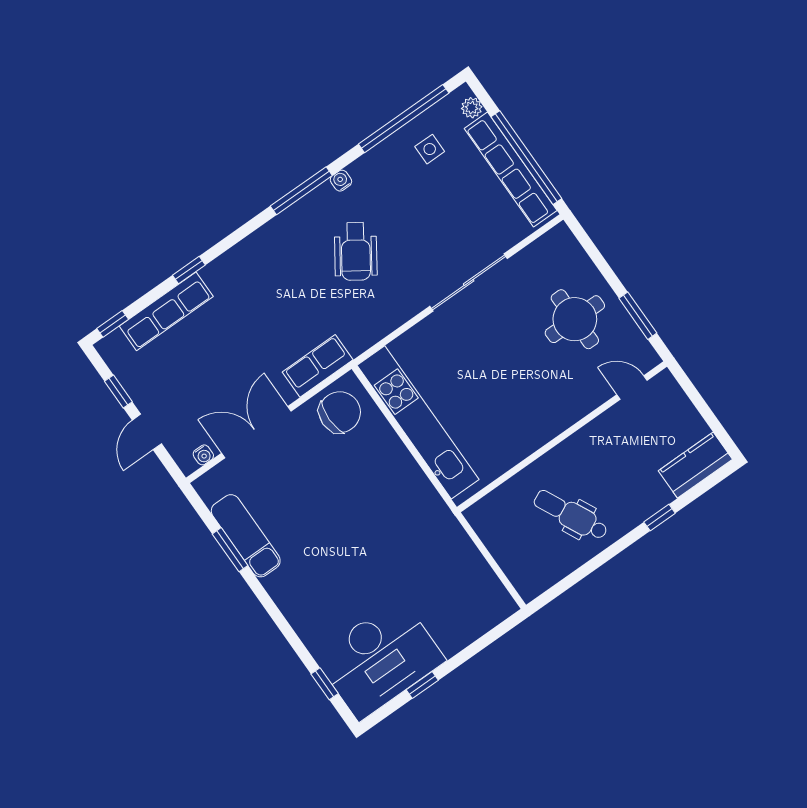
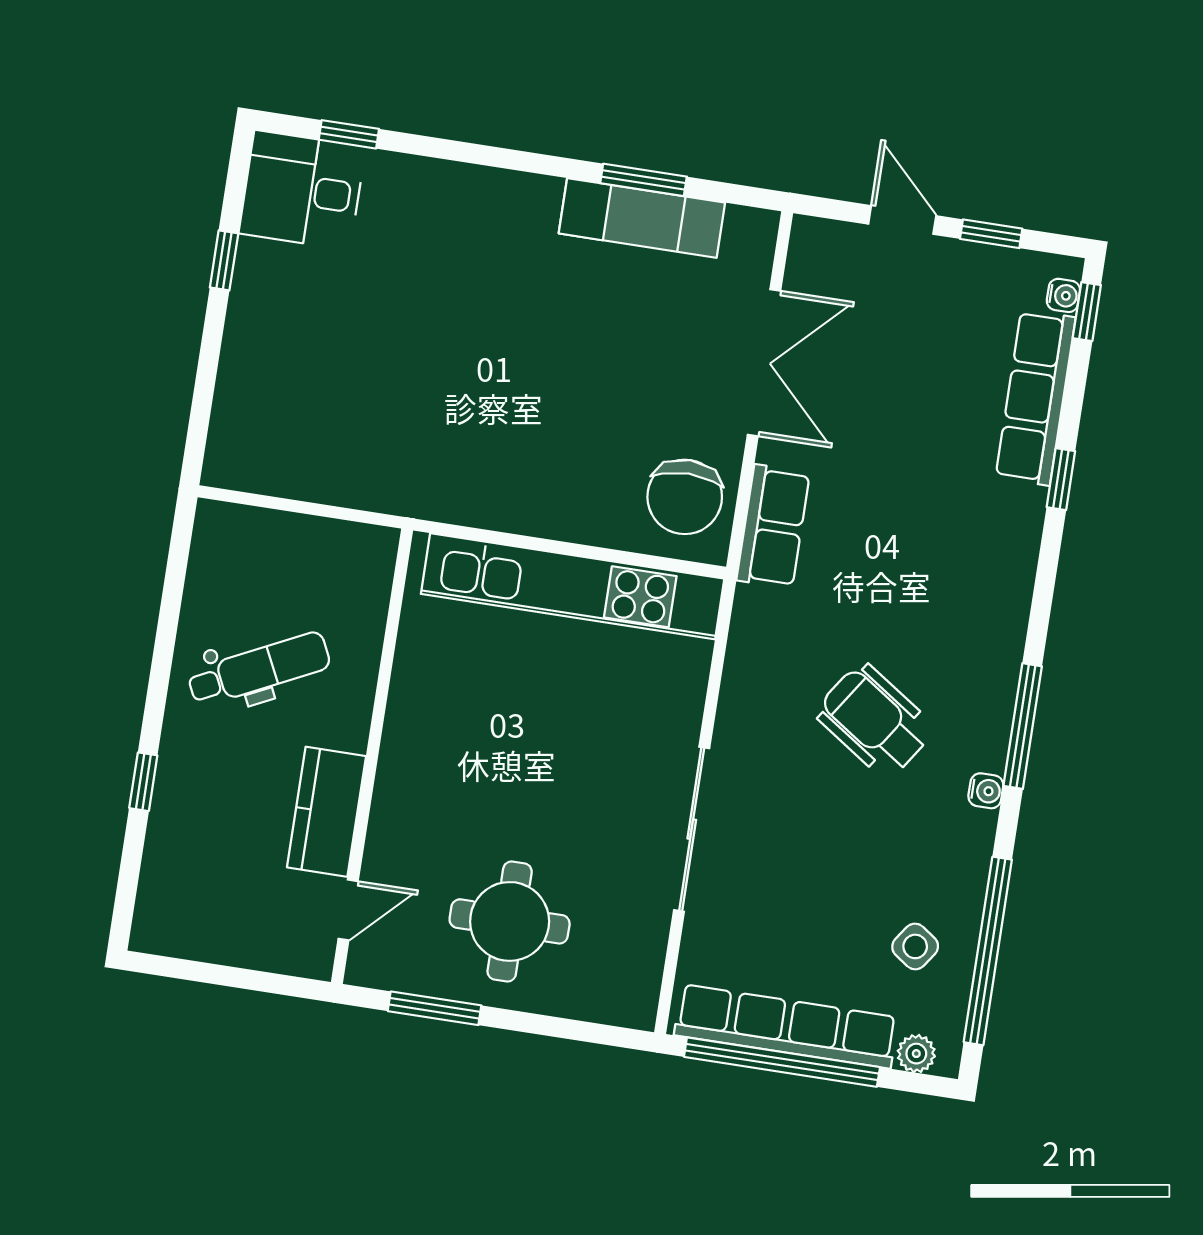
side table: (430, 149) -> (915, 946), turned 35
water cooler: (203, 455) -> (1063, 295), moved, turned 180
kitchen counter: (695, 465) -> (326, 812), moved, turned 180
desk: (380, 659) -> (302, 190), width x0.53, depth x0.77

